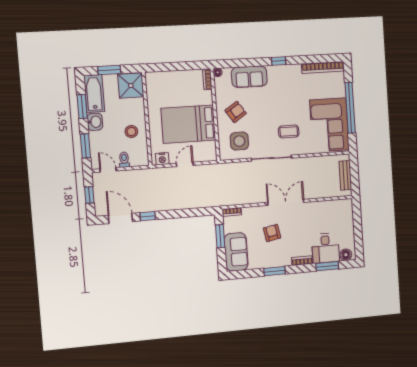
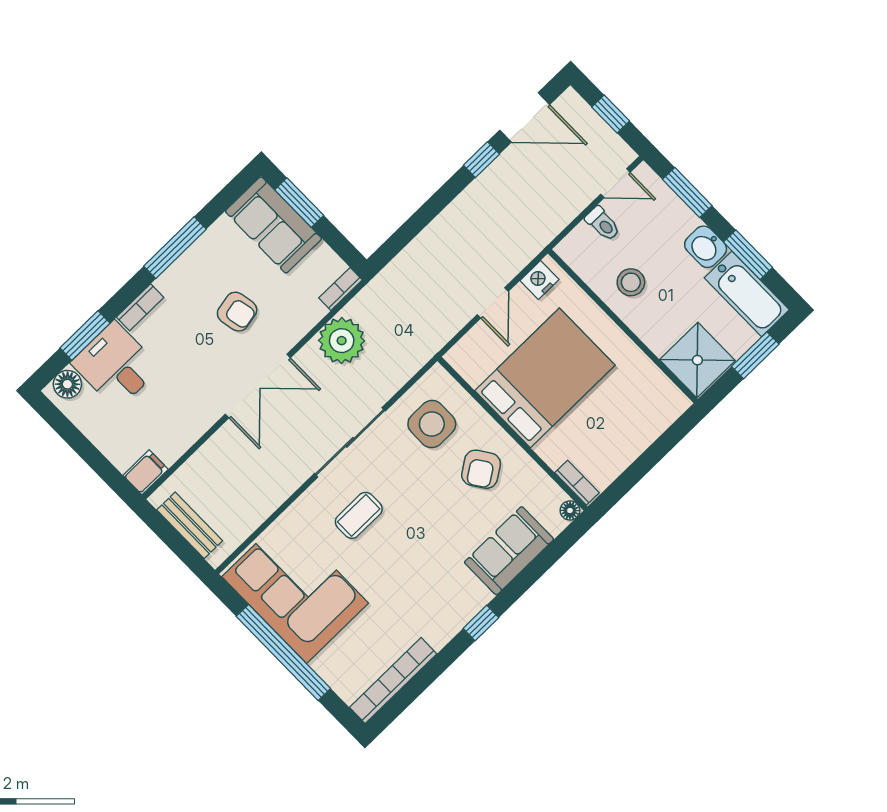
plant: (246, 194) -> (342, 341), added
filing cabinet: (345, 205) -> (146, 472), added
window: (220, 236) -> (299, 203), moved
window: (274, 271) -> (175, 248), width x1.44

